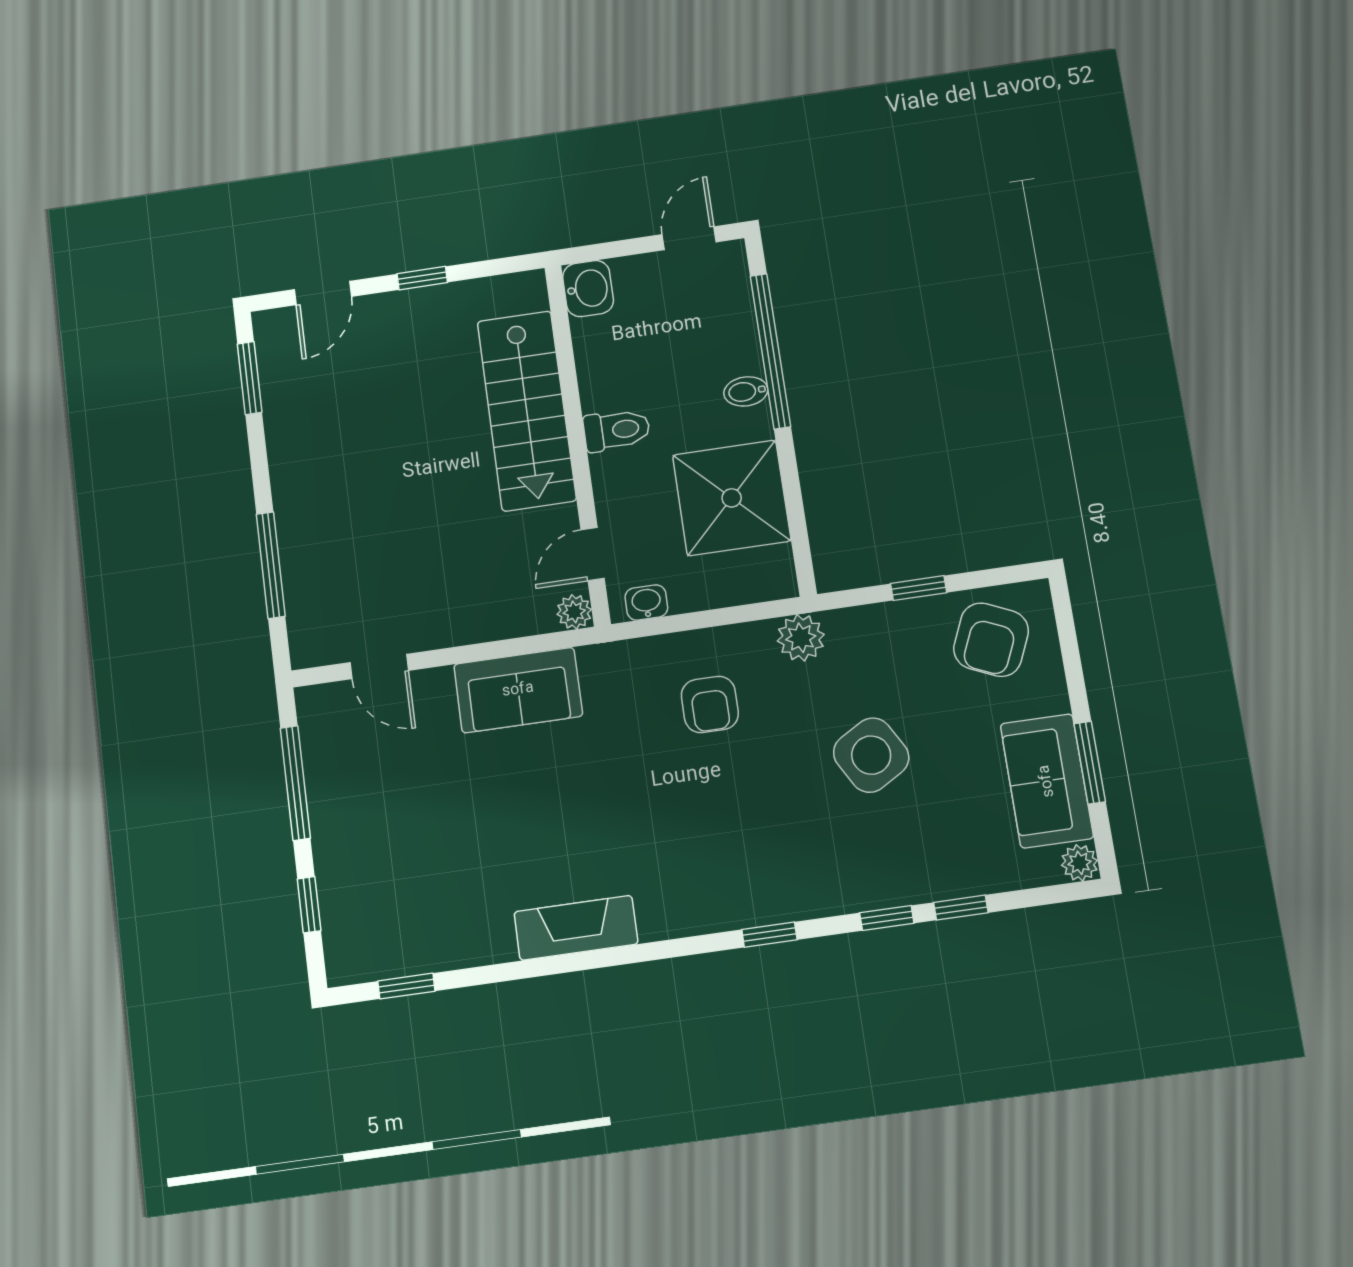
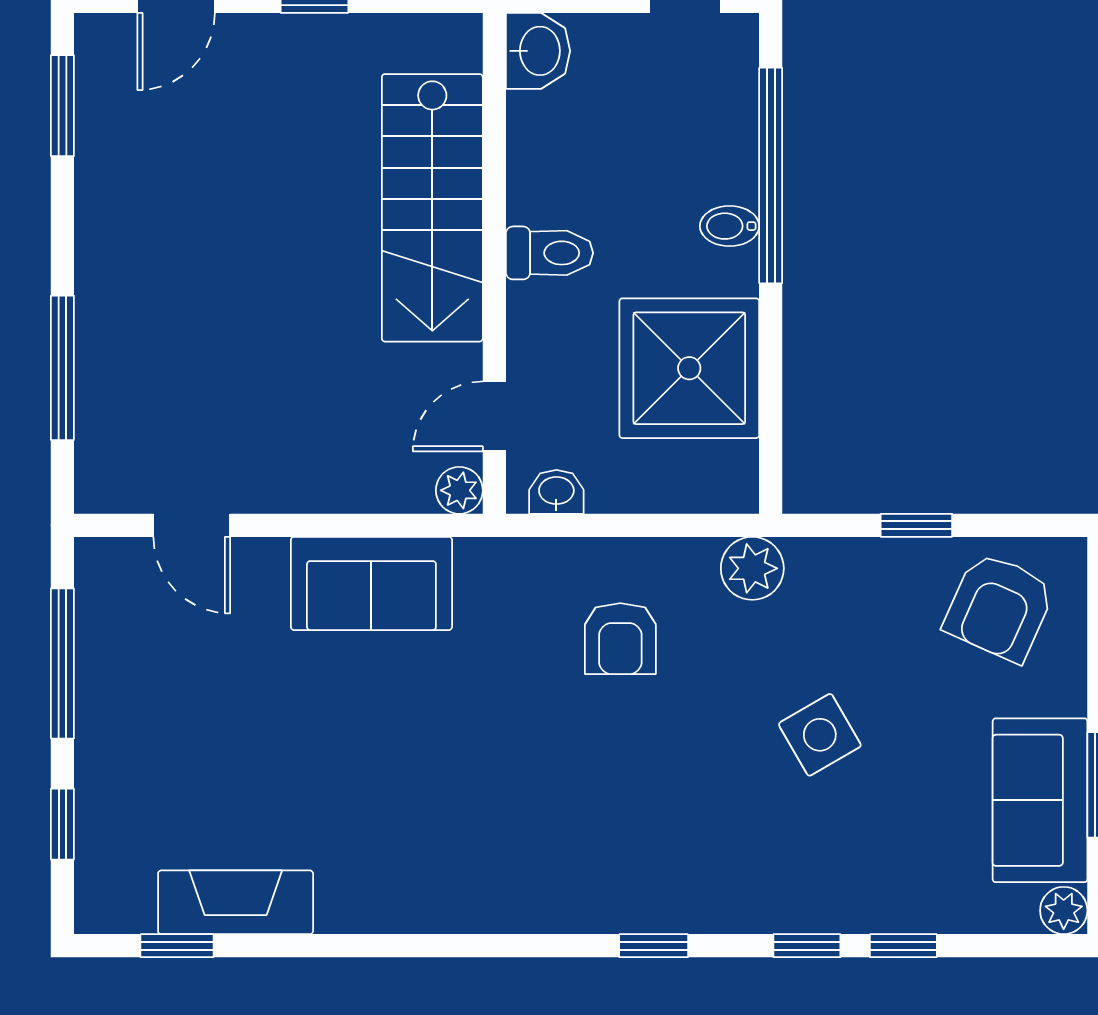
side table: (871, 755) -> (820, 735), width x0.73, depth x0.73
fireplace: (576, 928) -> (236, 902), moved

